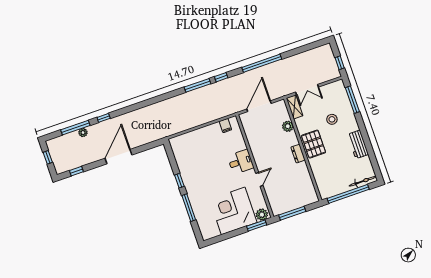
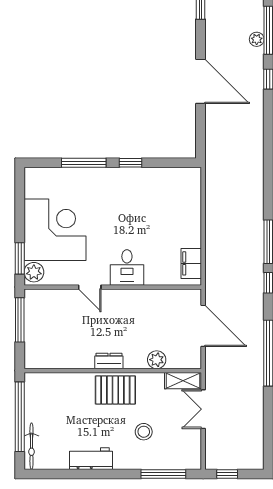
filing cabinet: (225, 126) -> (191, 263), width x2.00

